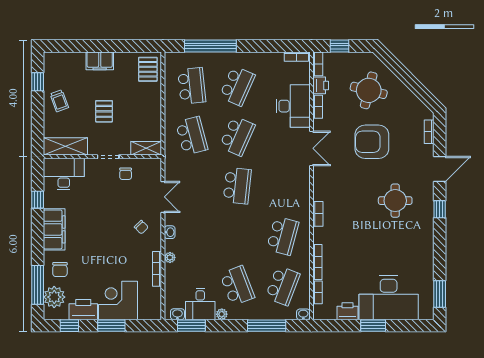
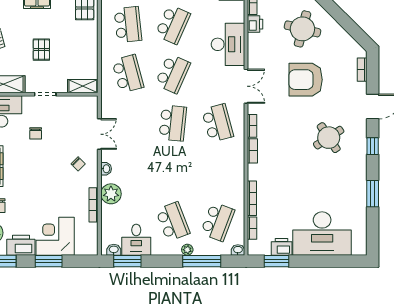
bookcase: (318, 107) -> (252, 126), moved
chair: (126, 174) -> (36, 133), moved
round table: (395, 201) -> (329, 138), turned -33
school desk: (283, 236) -> (218, 123), moved, turned -30
plant: (170, 257) -> (111, 194), width x1.88, depth x1.88
window: (440, 294) -> (373, 194), moved
plant: (222, 314) -> (187, 250), moved
window: (373, 326) -> (277, 261), moved

